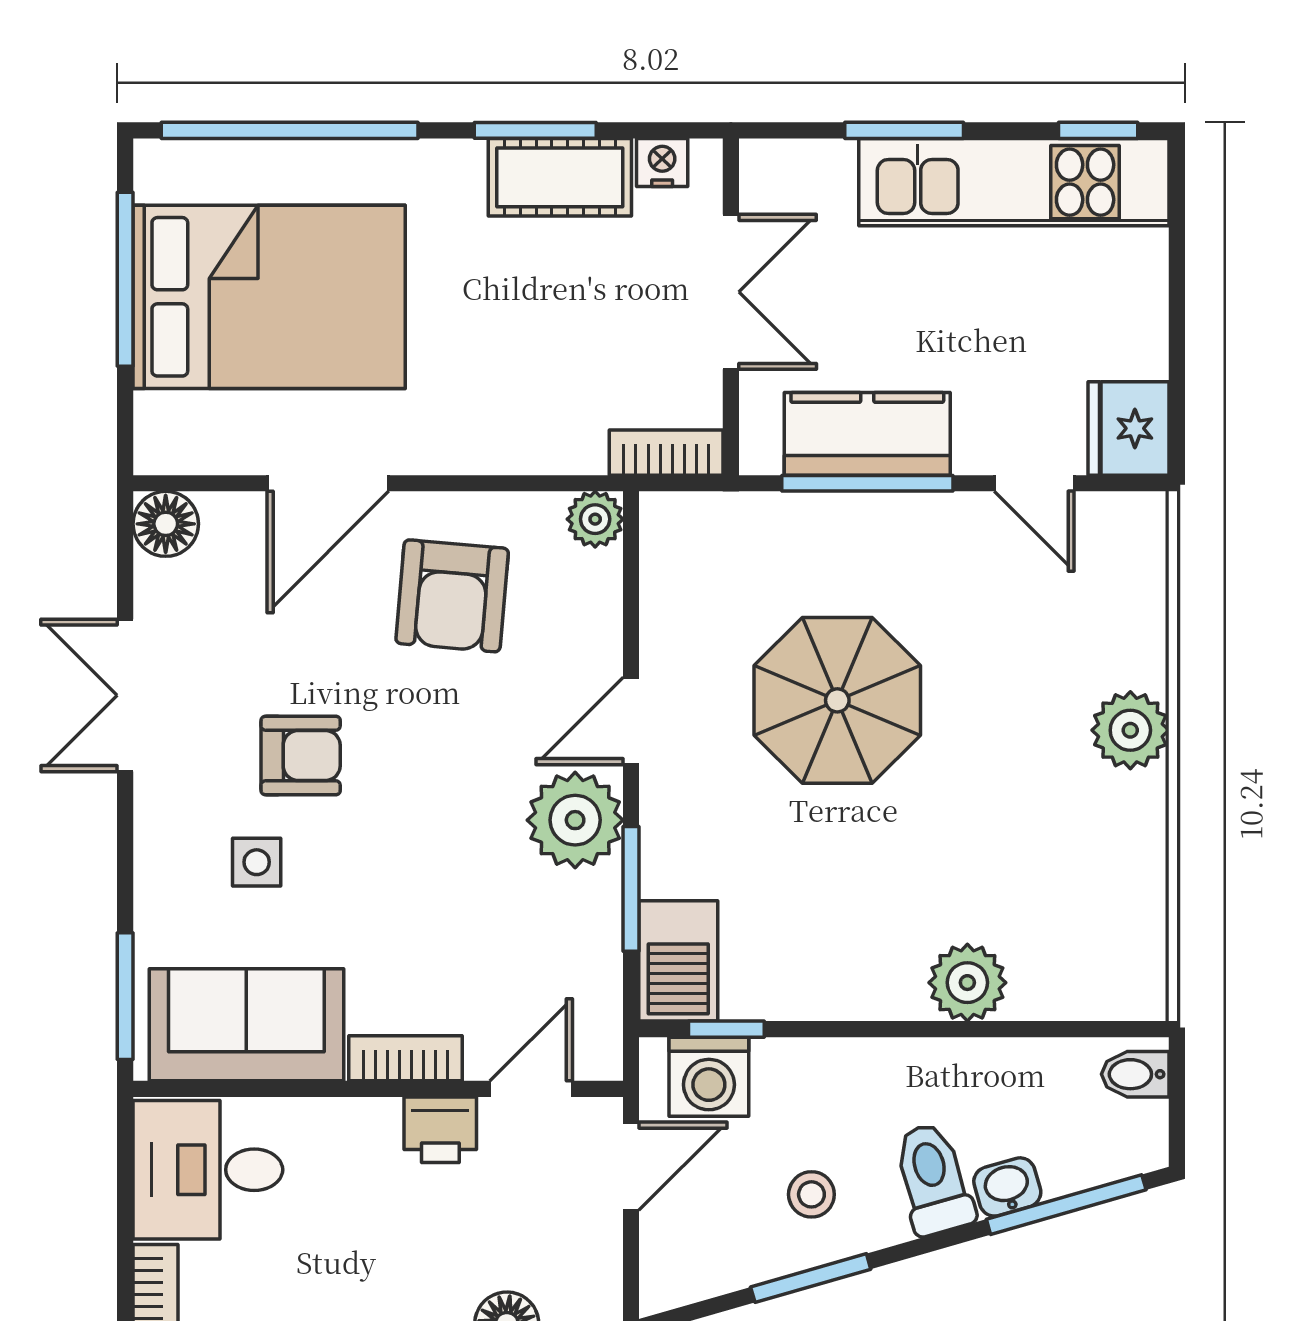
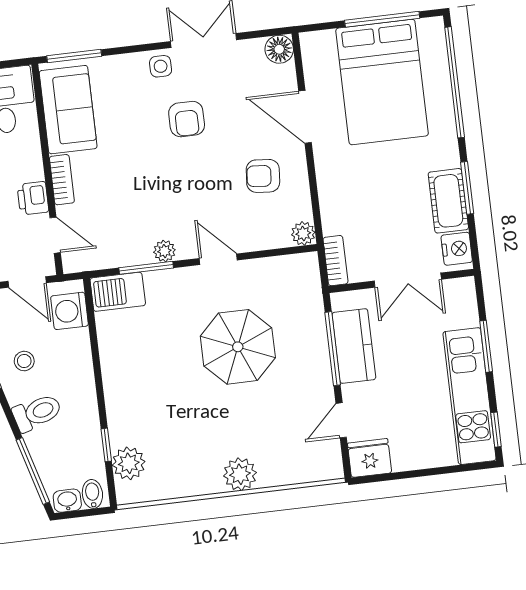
nightstand: (662, 163) -> (457, 249), width x1.39, depth x1.35
armchair: (452, 596) -> (263, 176), width x0.72, depth x0.72
plant: (575, 820) -> (164, 251), width x0.53, depth x0.53
side table: (257, 862) -> (161, 66), moved
plant: (967, 983) -> (129, 463), moved
window: (726, 1029) -> (106, 445), moved
washbasin: (1007, 1187) -> (67, 501), moved, turned -74

